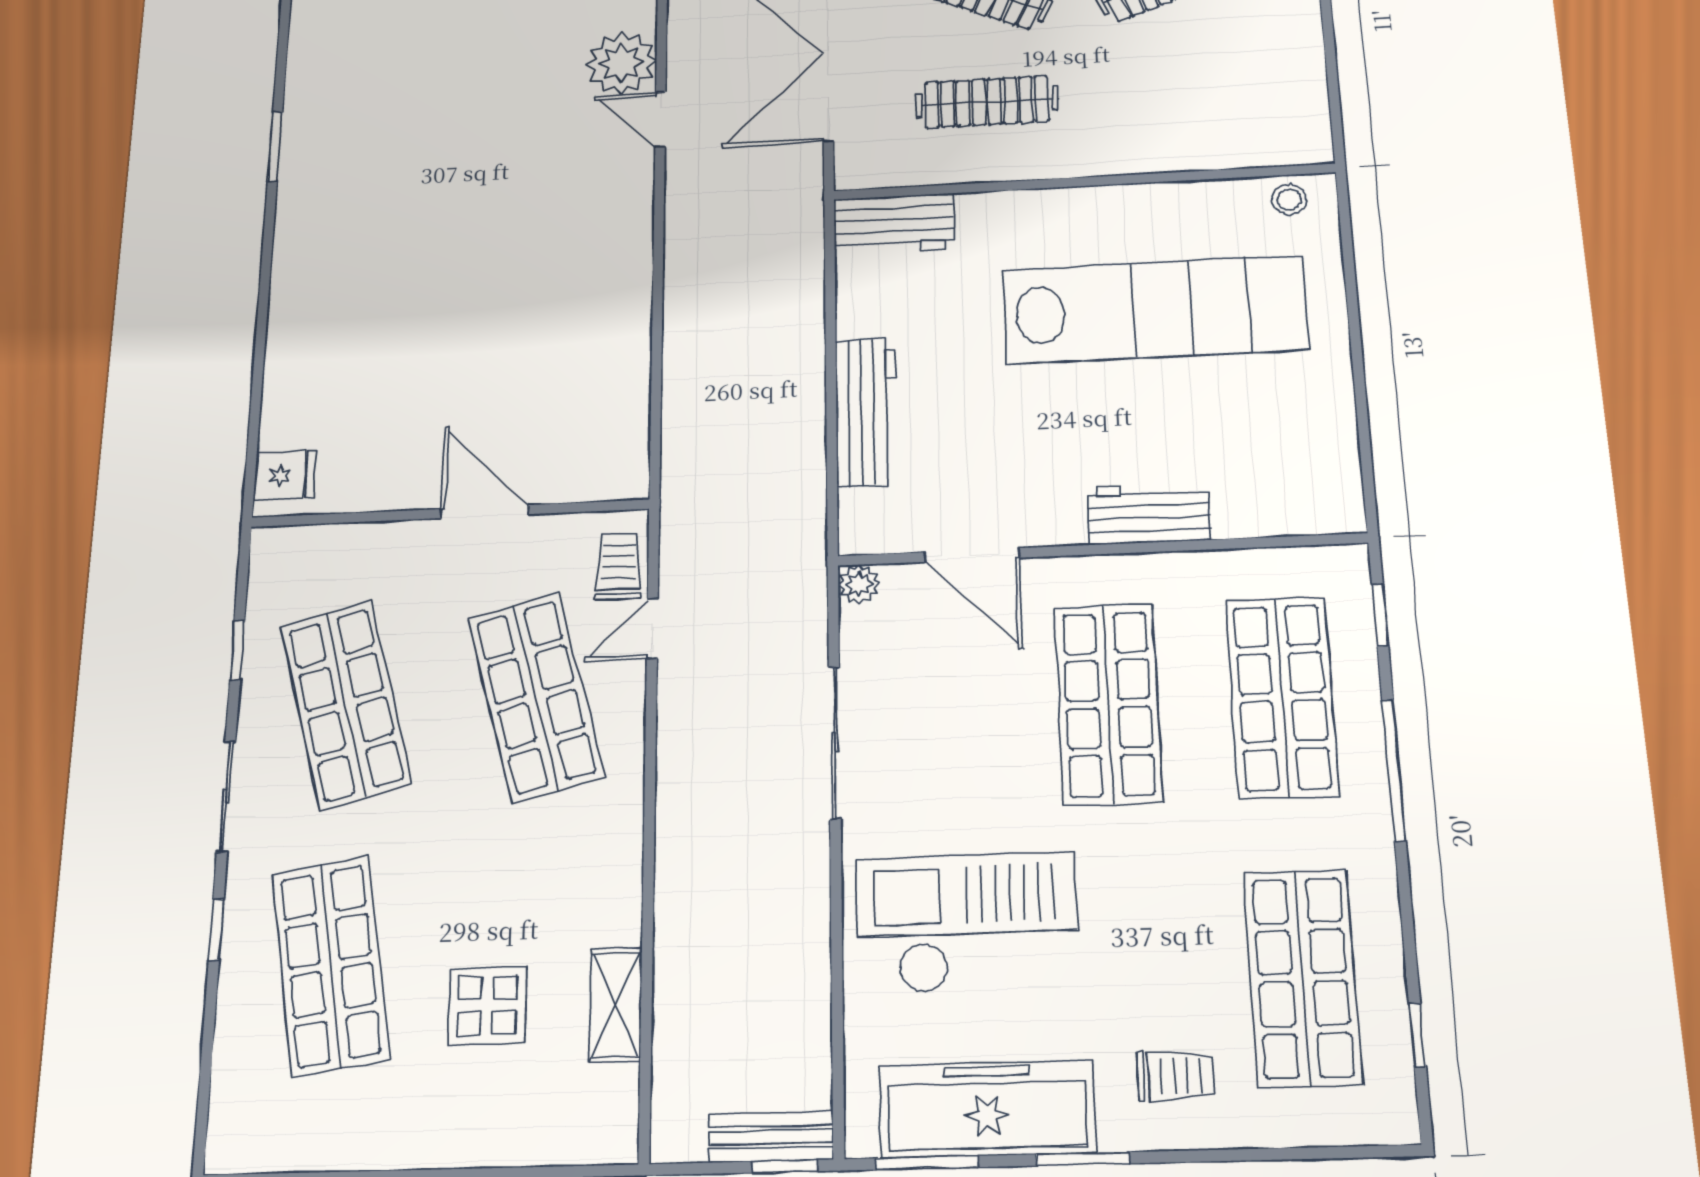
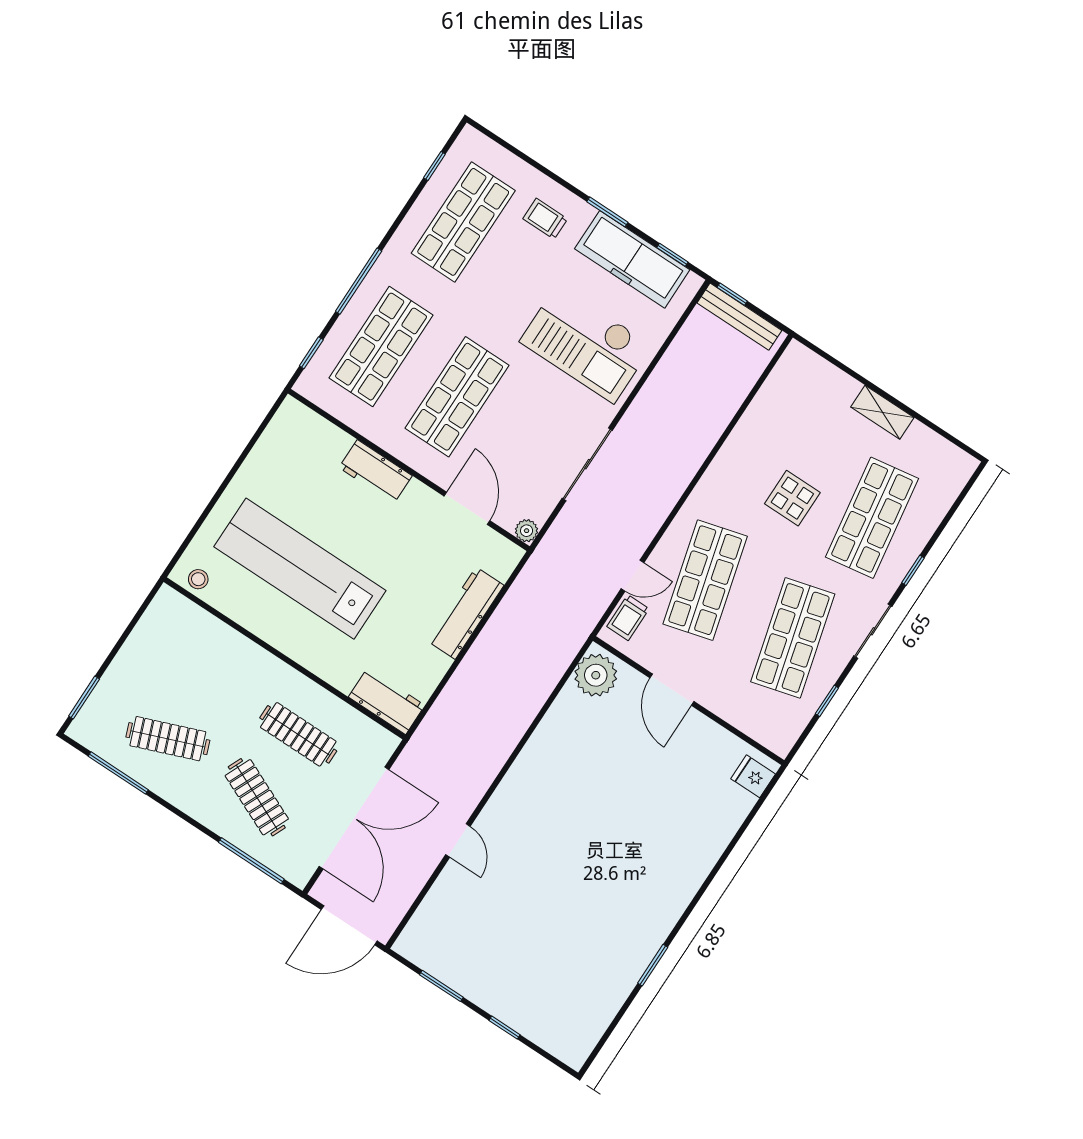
plant: (621, 63) -> (596, 675), moved
display table: (487, 1005) -> (792, 498), moved
shelving: (616, 1005) -> (882, 412), moved, turned 90
bench: (771, 1137) -> (739, 317), width x1.36
window: (927, 1163) -> (672, 255), width x0.67

